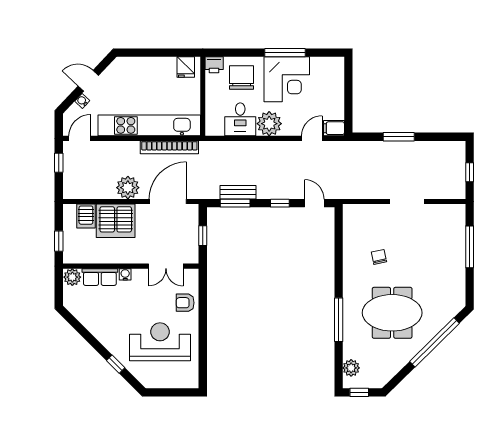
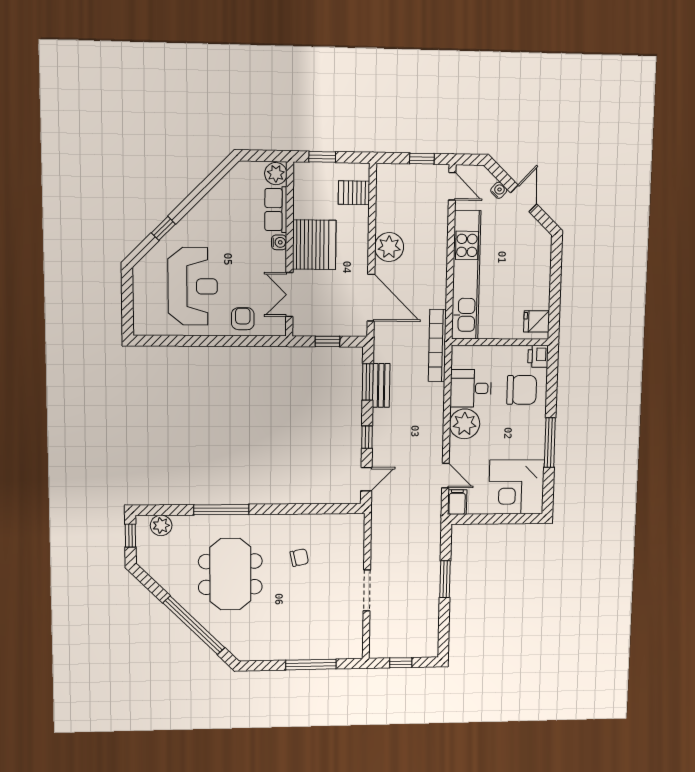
corner desk: (287, 79) -> (516, 487), moved
bookcase: (169, 147) -> (437, 346), moved
server rack: (116, 221) -> (314, 245), moved, turned 180

